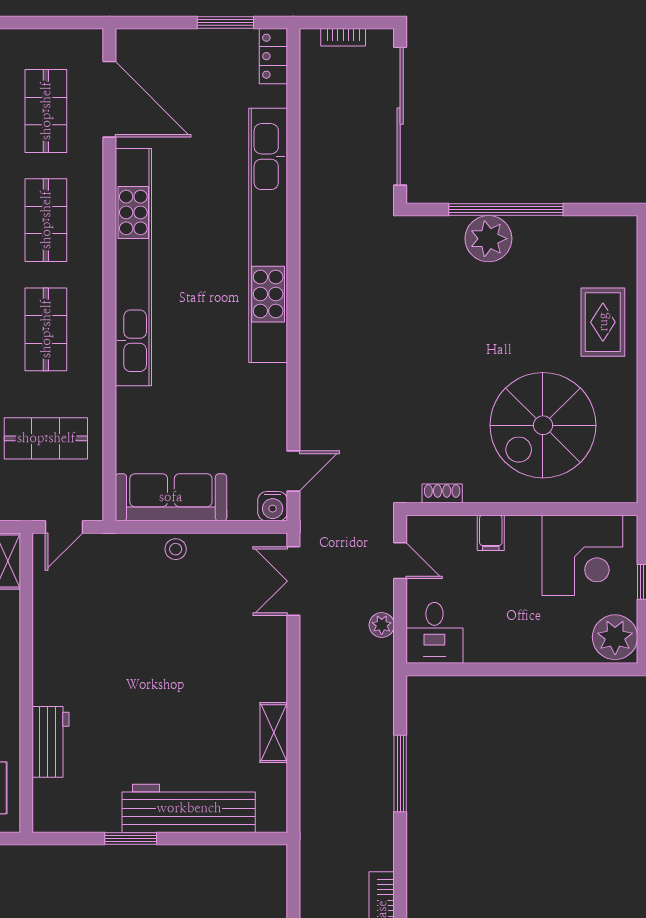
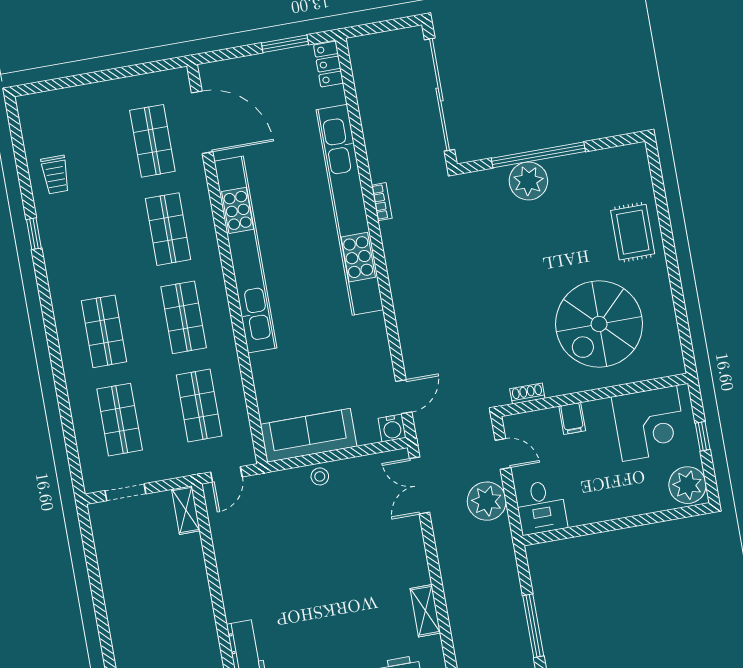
bookcase: (343, 37) -> (382, 202), moved, turned -90
shop shelf: (46, 438) -> (199, 406), turned 90
plant: (382, 625) -> (487, 501), width x1.88, depth x1.88

